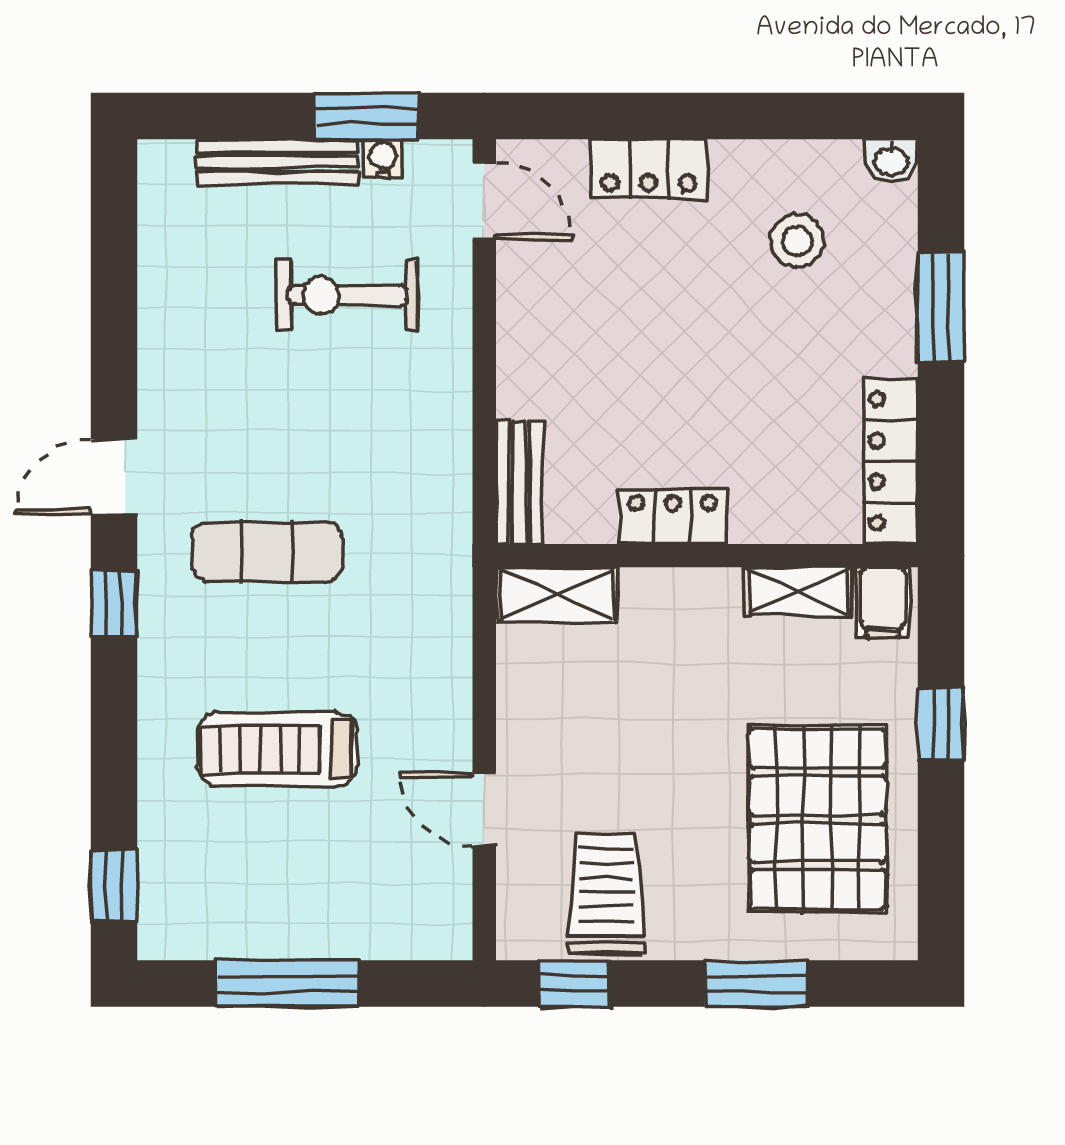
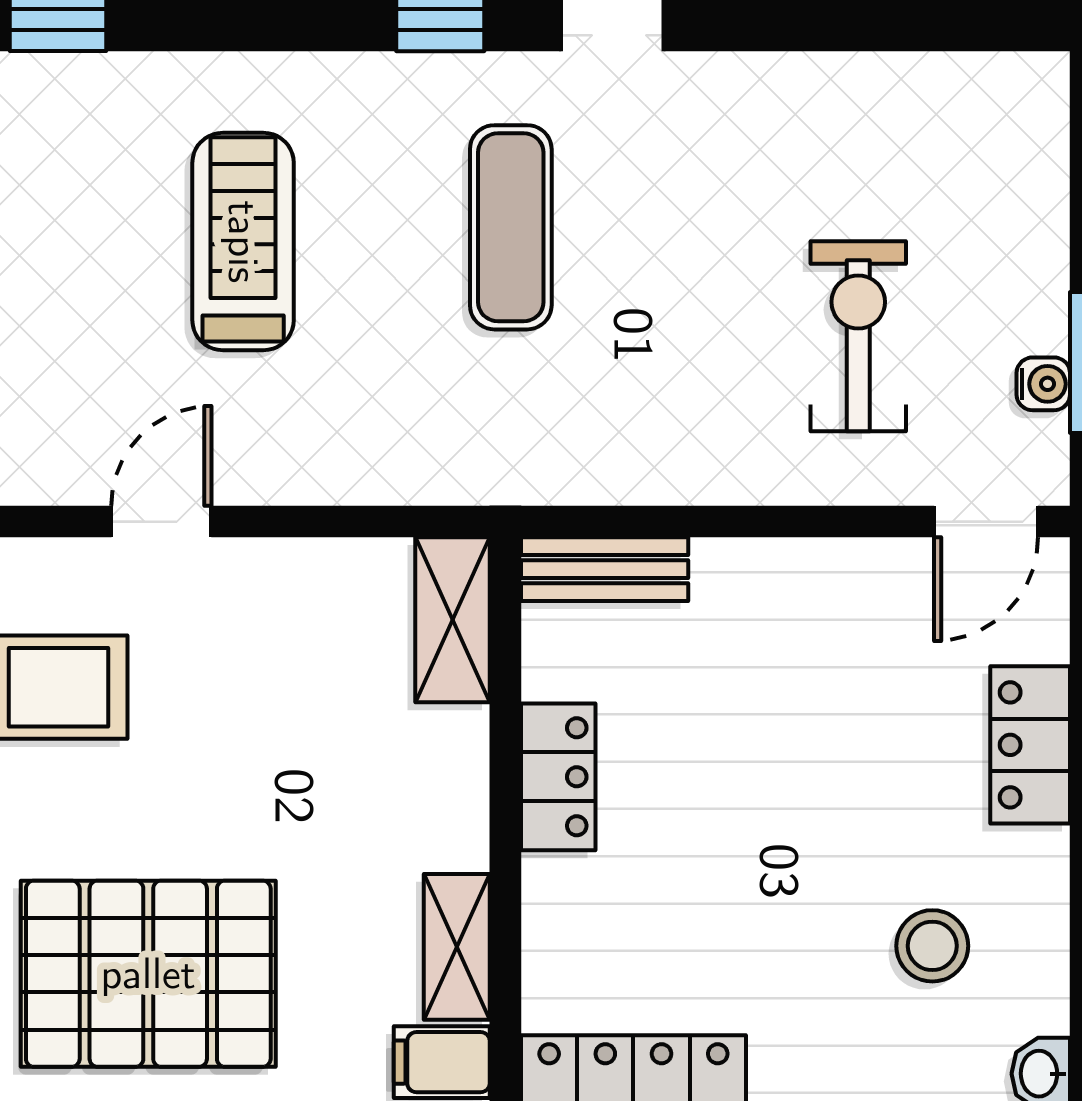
bench: (277, 162) -> (1039, 241), removed

